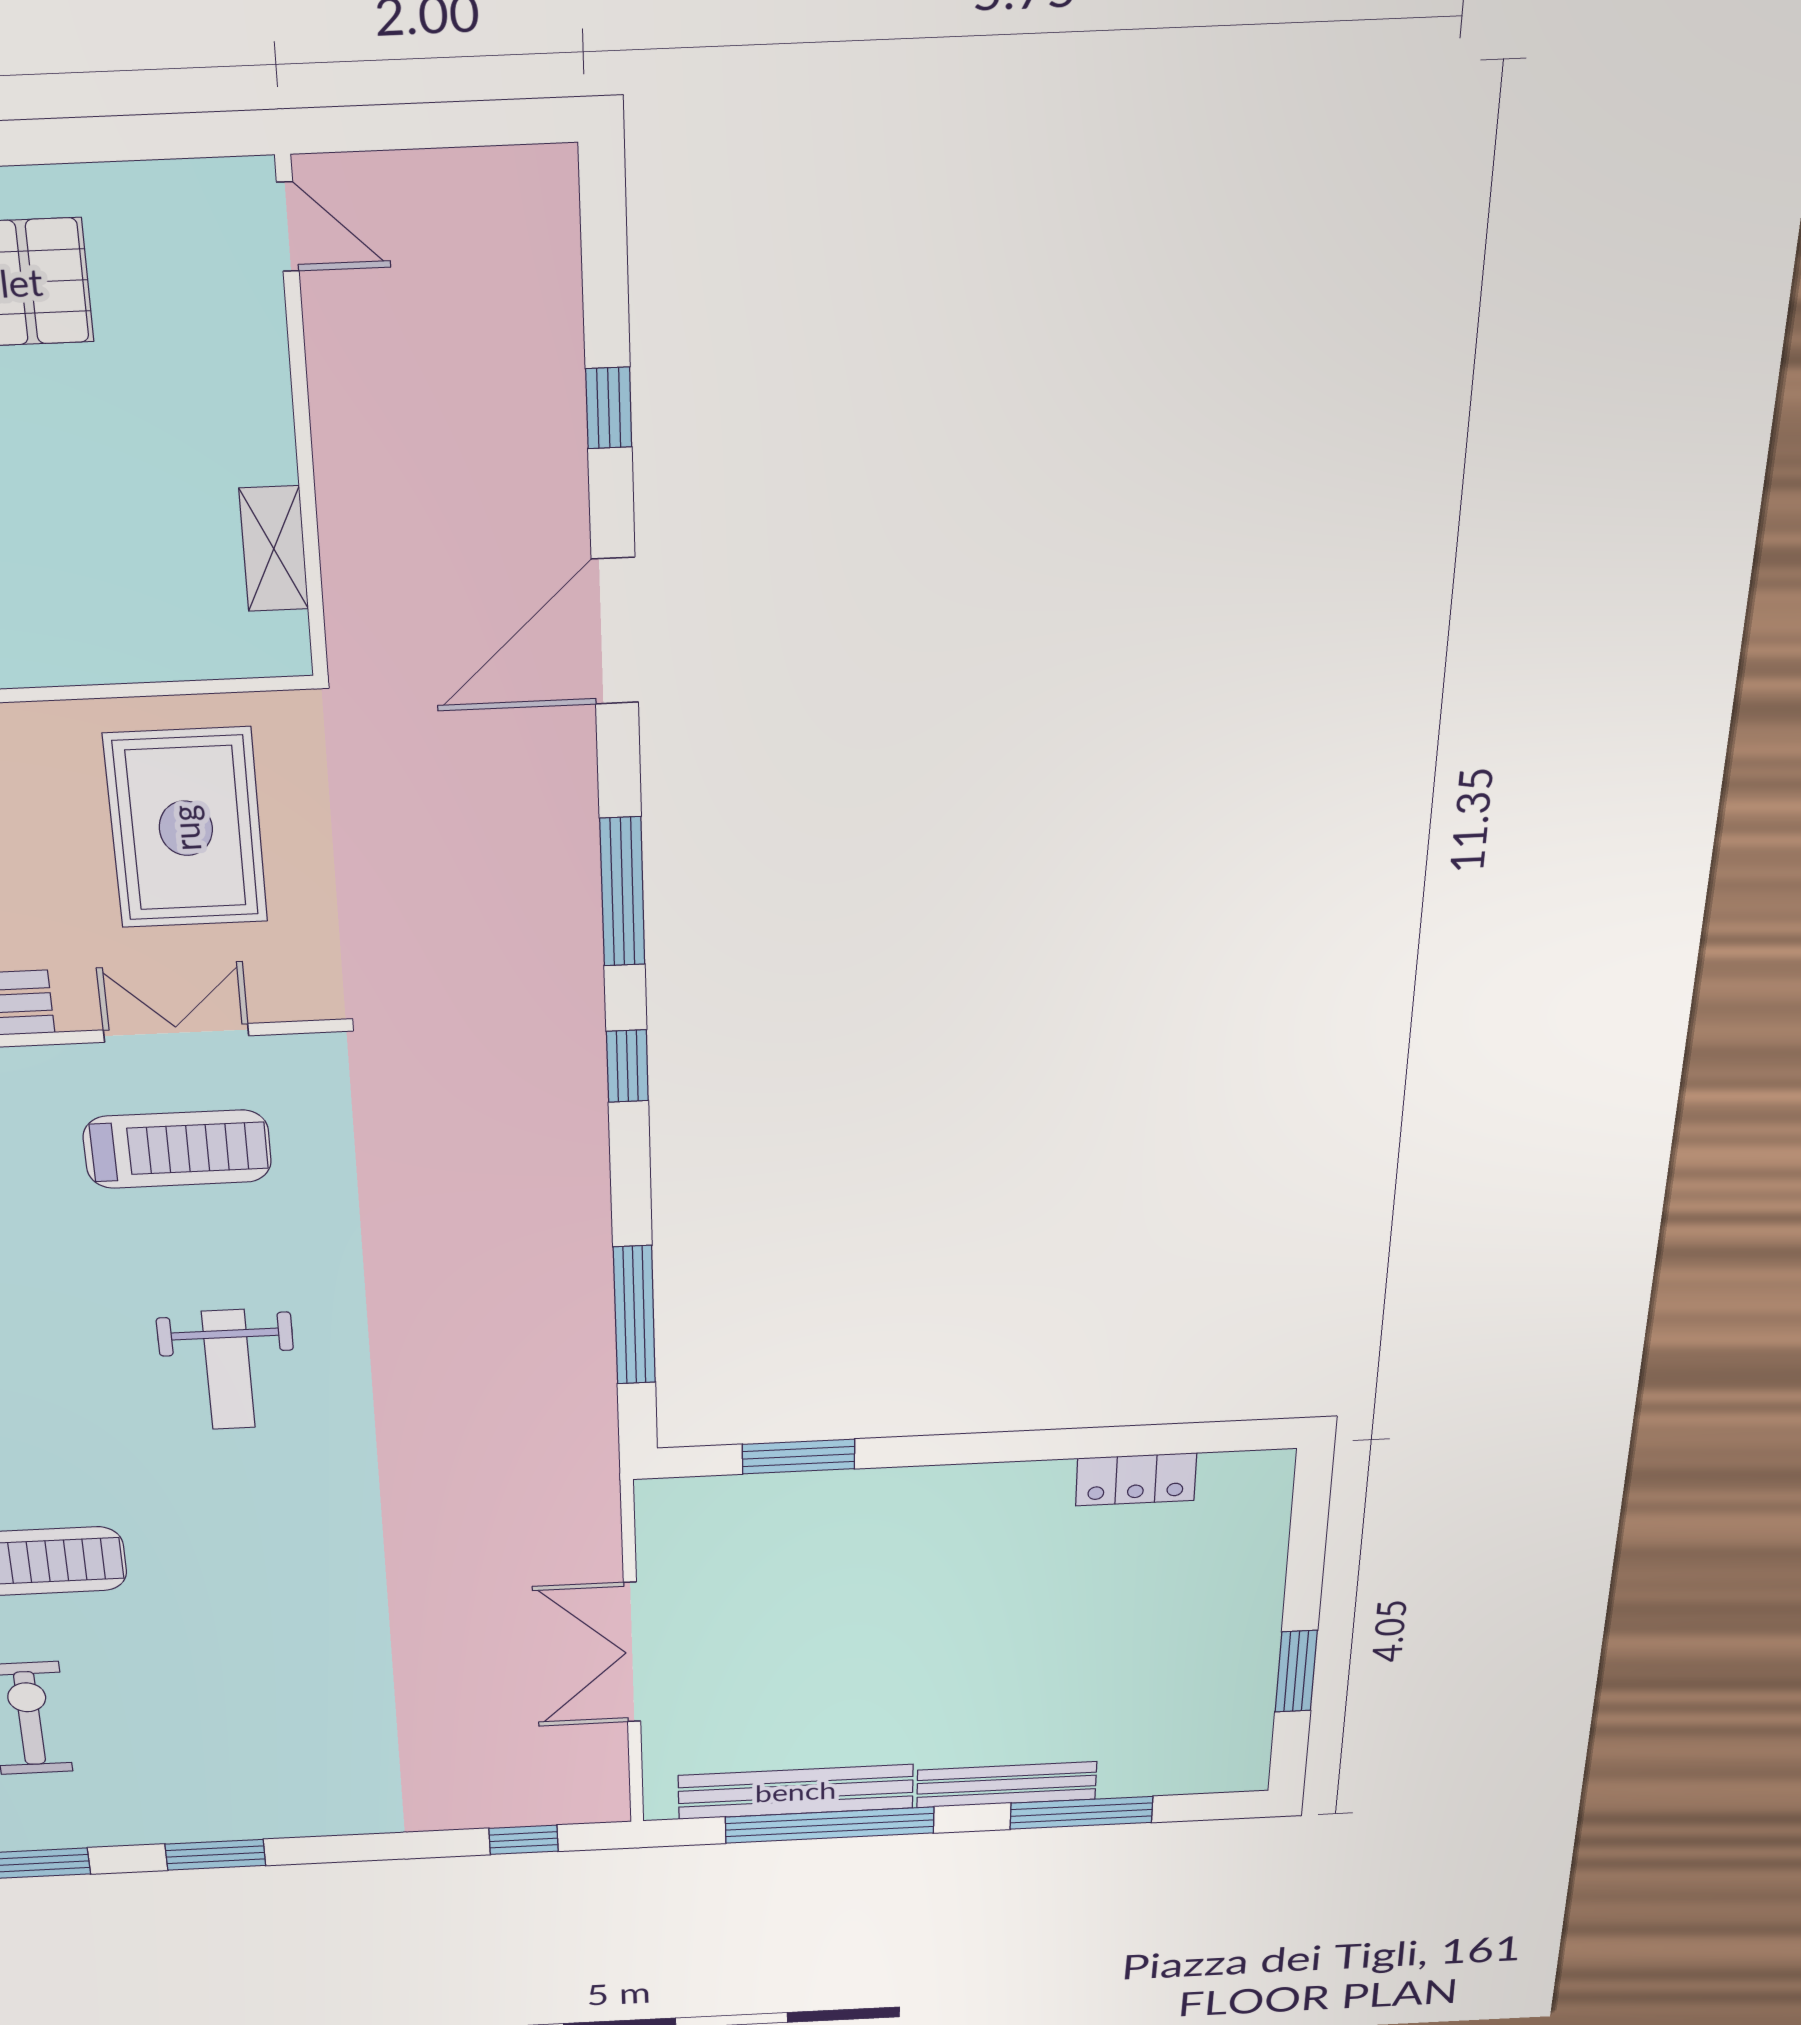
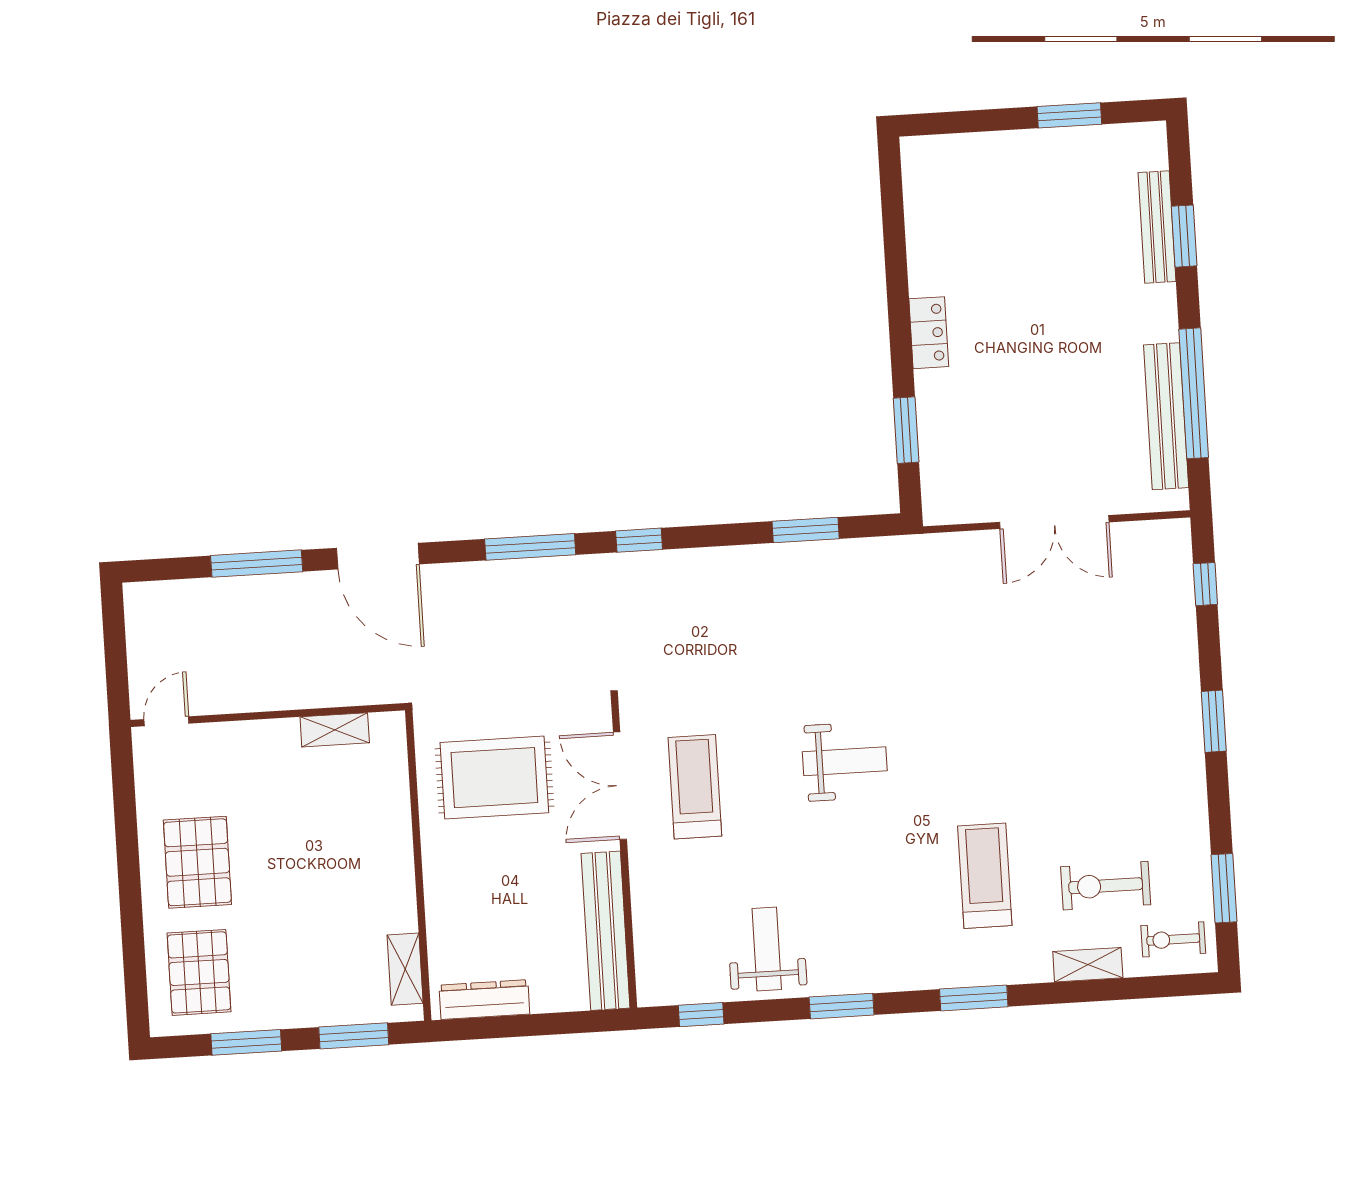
window: (609, 408) -> (257, 564), width x2.17
double door: (176, 1033) -> (620, 786), width x1.37
window: (634, 1315) -> (806, 530), width x0.69
locker: (1136, 1479) -> (929, 333), moved
bench: (1007, 1785) -> (1157, 227), moved
window: (1081, 1813) -> (1184, 236), width x0.69
window: (215, 1855) -> (1214, 721), moved

